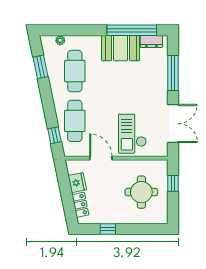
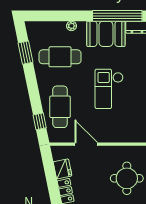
plant: (60, 40) -> (71, 26), moved
cafe table: (75, 71) -> (60, 57), turned 90
checkout: (132, 134) -> (109, 89), moved

